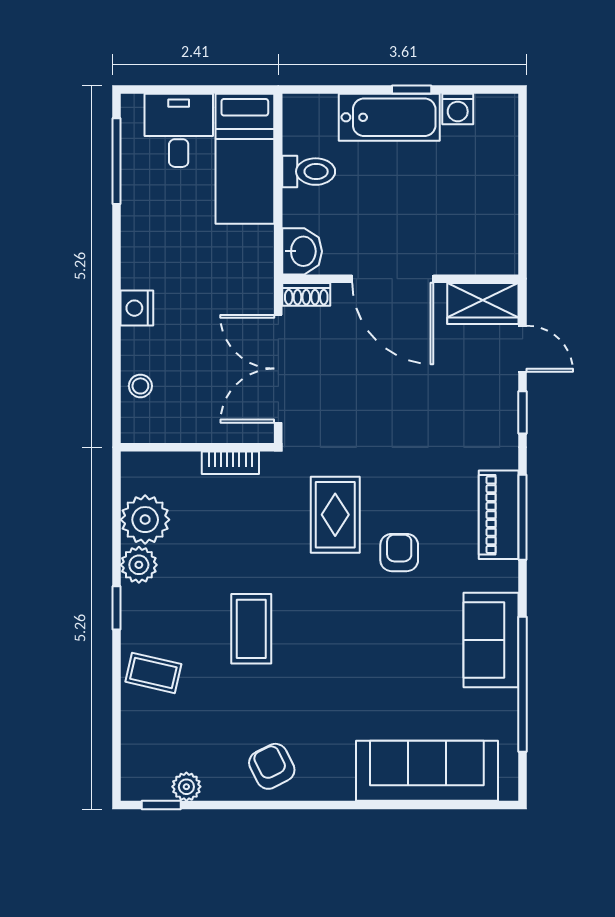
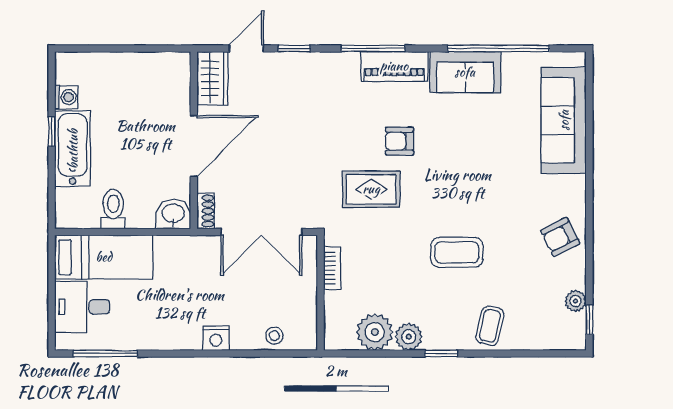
piano: (499, 515) -> (394, 66), moved

